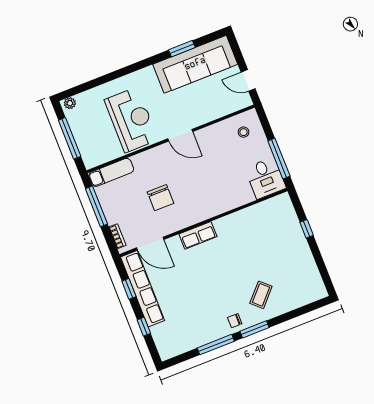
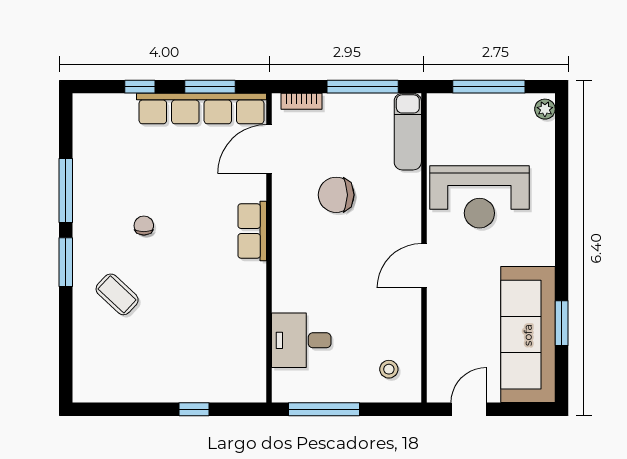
desk: (265, 178) -> (301, 340), moved
window: (129, 289) -> (210, 87), width x1.50
chair: (235, 321) -> (144, 226), moved

